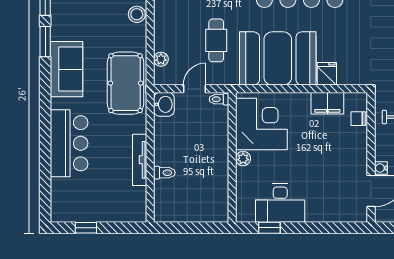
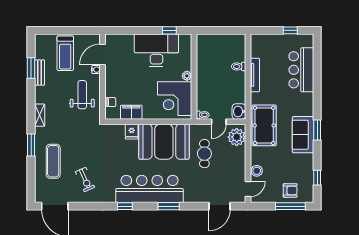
window: (45, 42) -> (317, 130), moved
plant: (161, 59) -> (237, 137), width x1.87, depth x1.87
bar counter: (69, 143) -> (301, 70), moved
desk: (280, 203) -> (156, 50), width x1.36, depth x1.30

